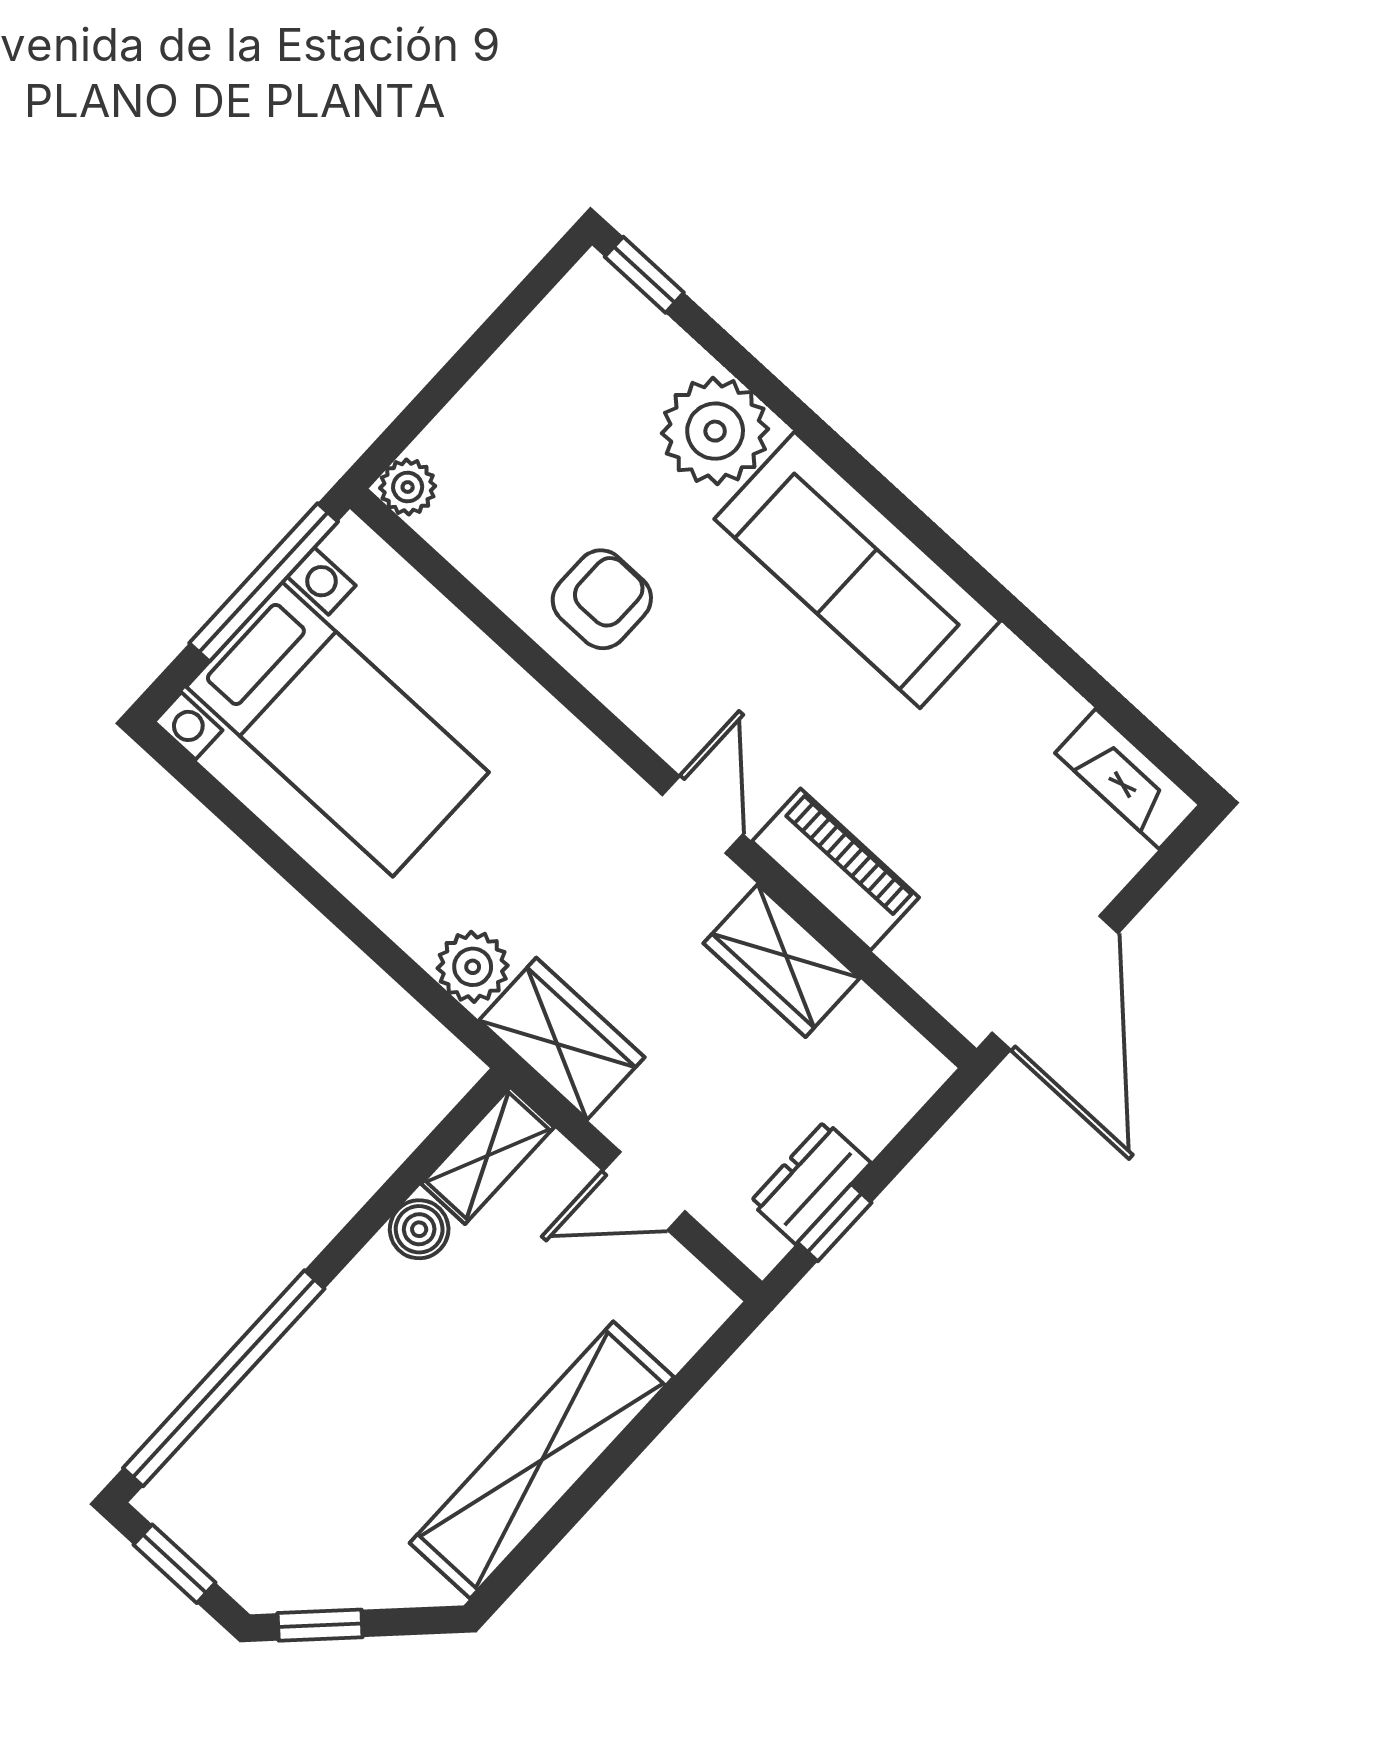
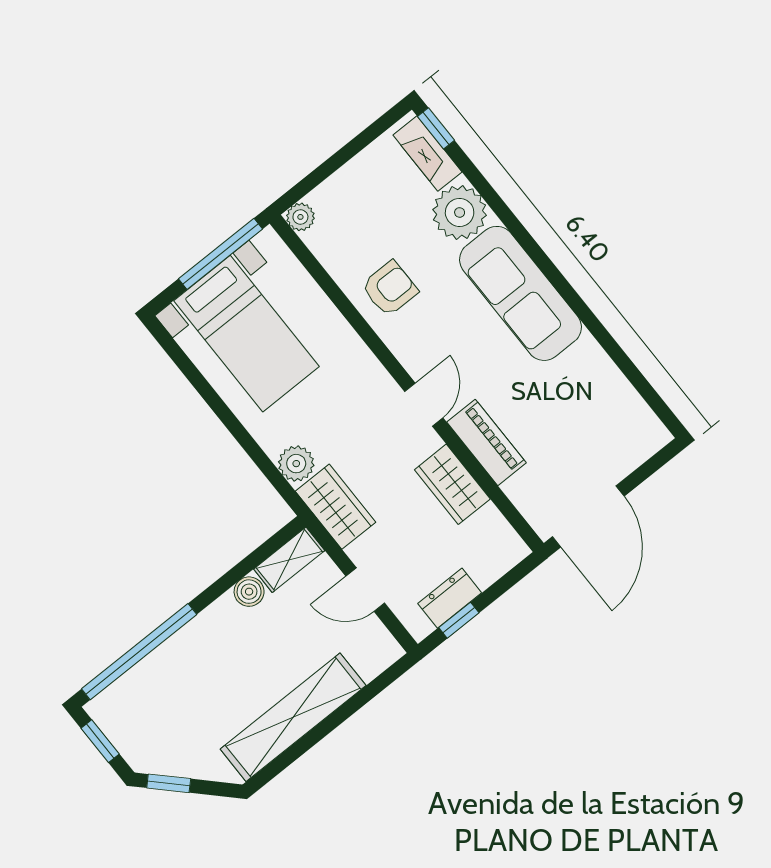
fireplace: (1127, 779) -> (427, 153), moved

